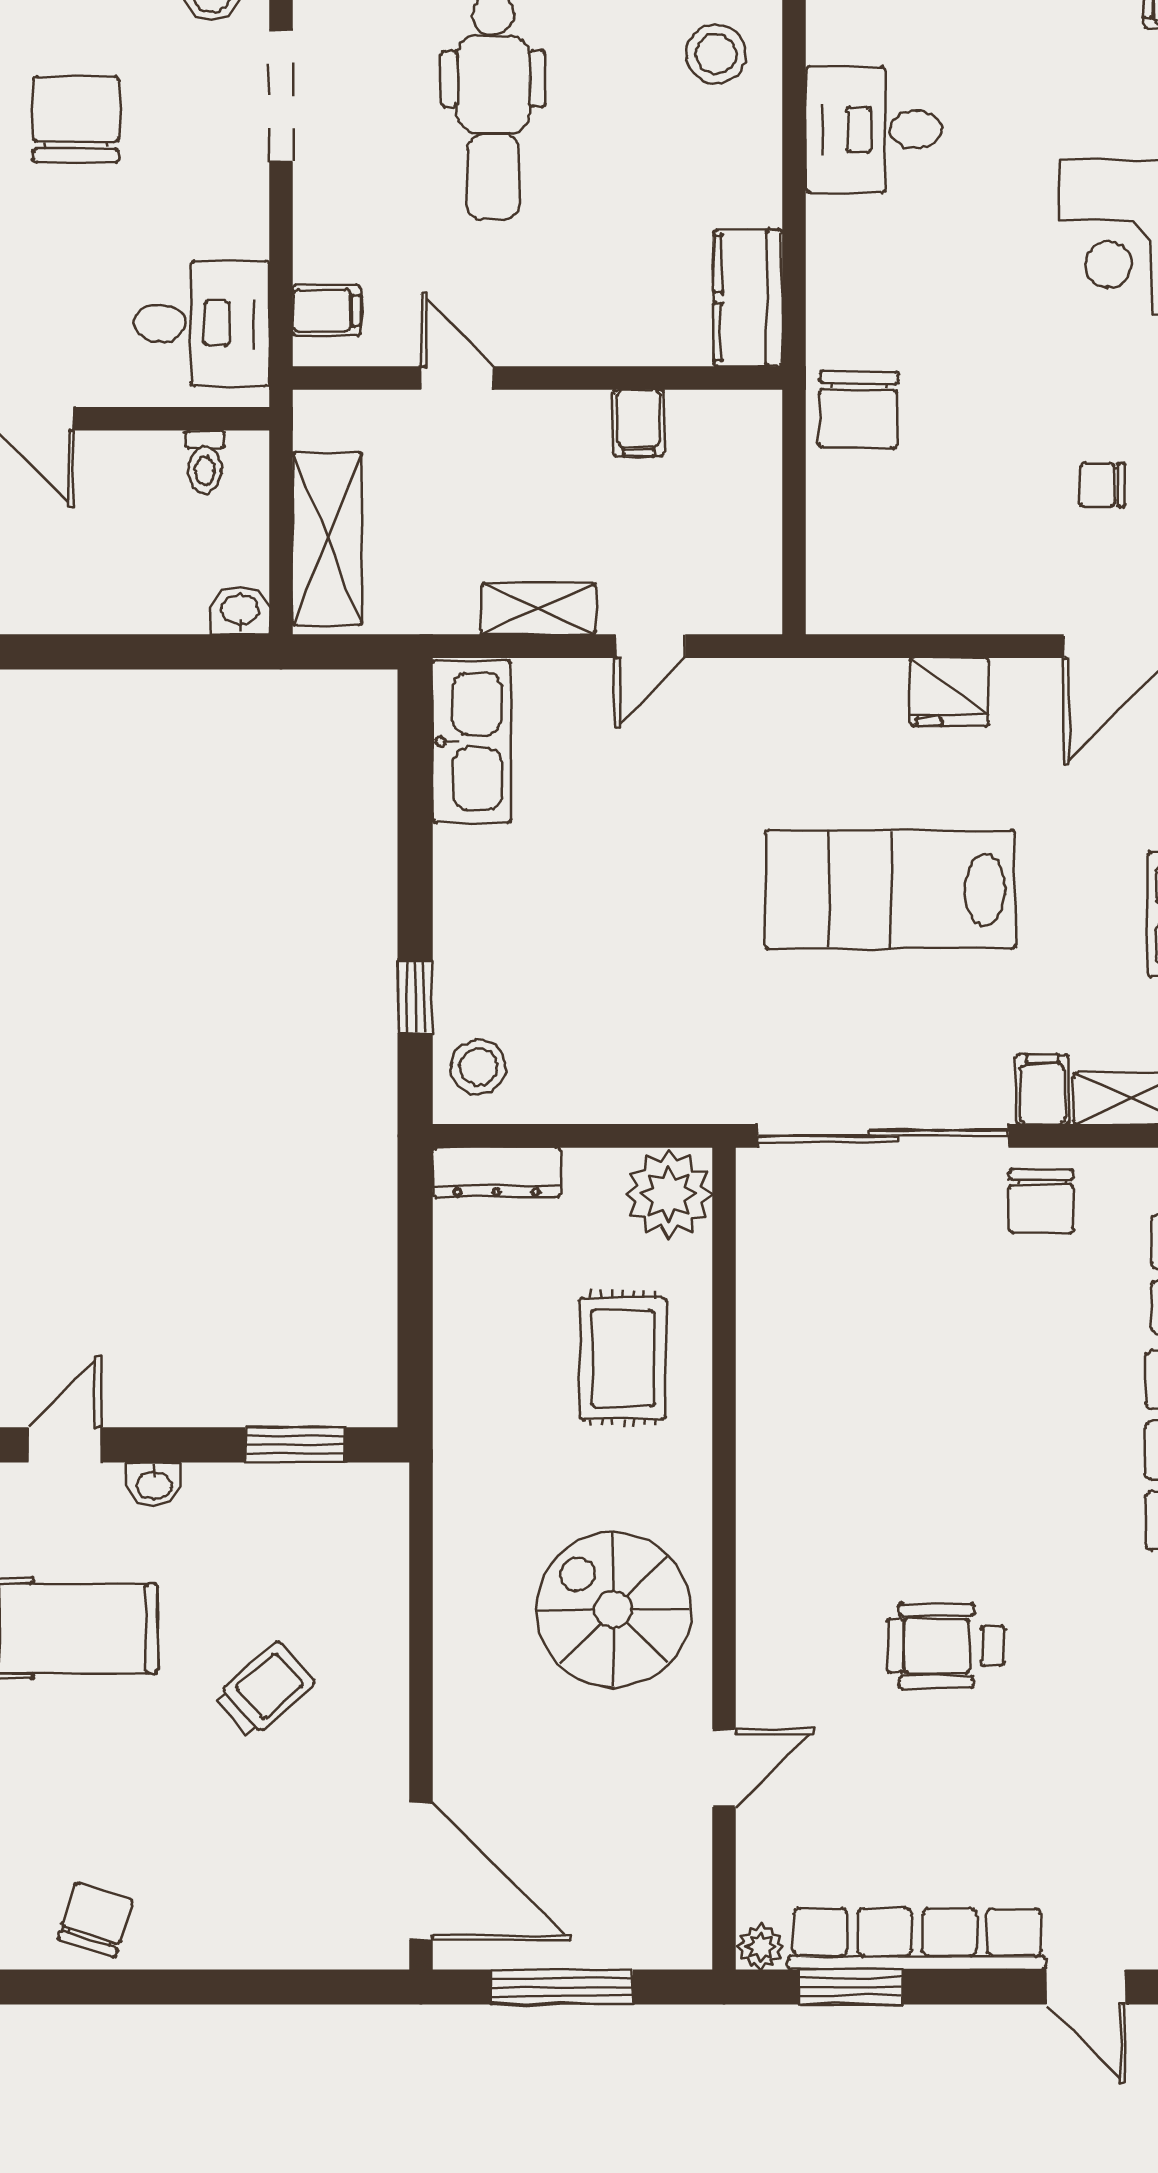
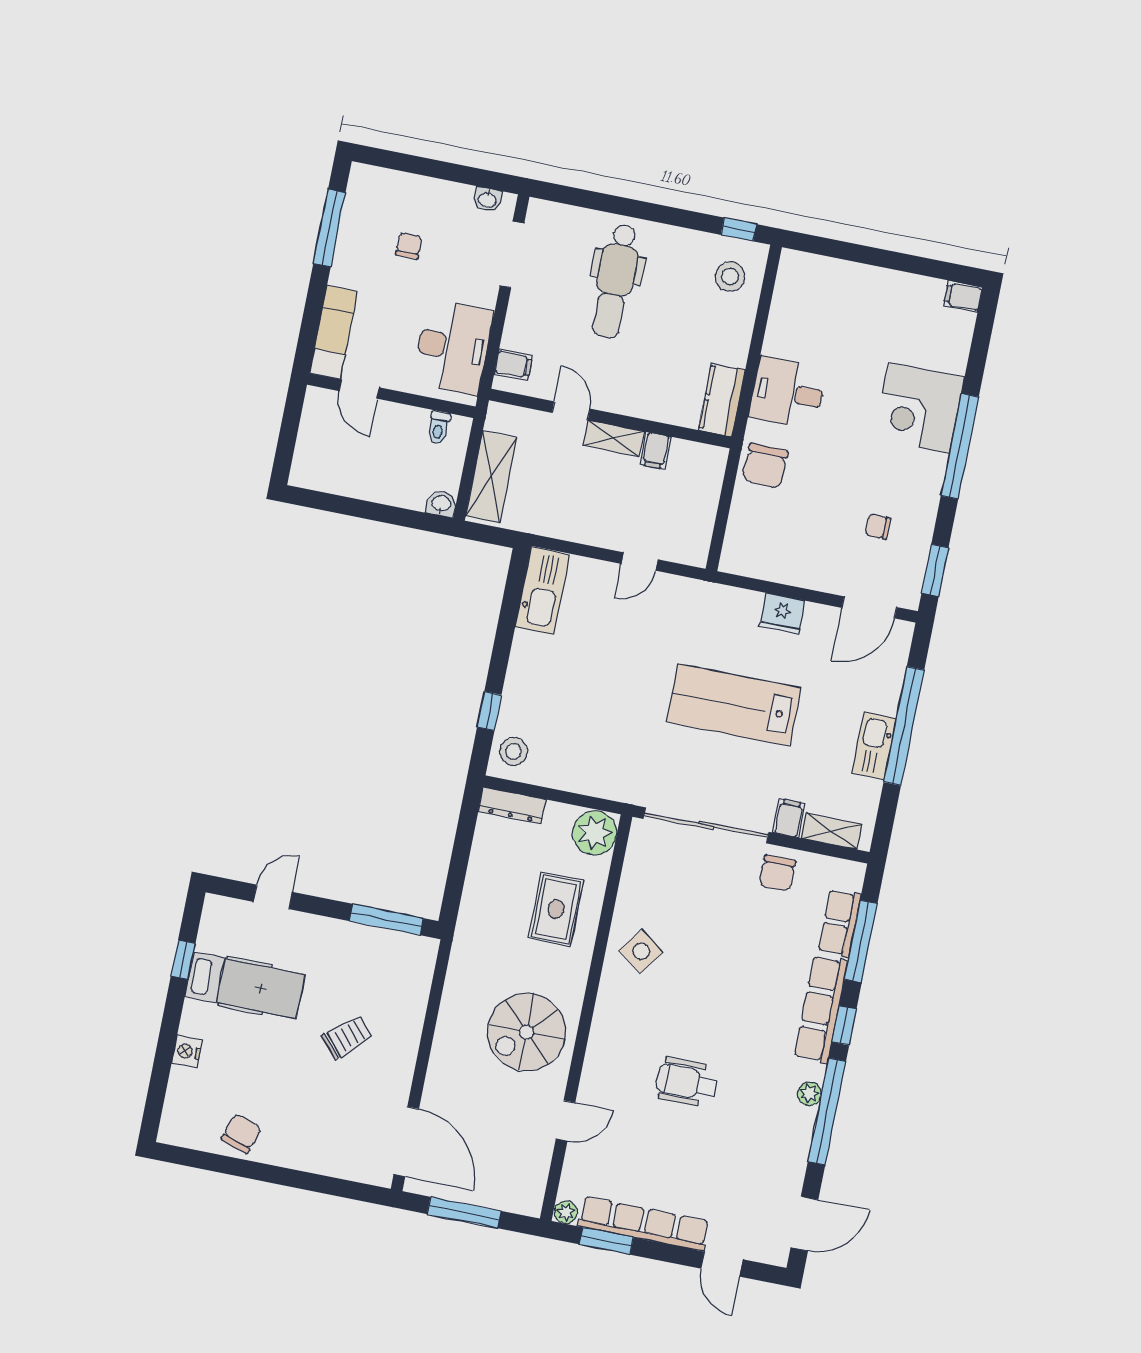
chair: (76, 119) -> (409, 246), width x0.54, depth x0.54
desk: (874, 130) -> (788, 393), moved
desk: (202, 323) -> (453, 347), width x1.37
shelving: (538, 609) -> (614, 438), moved
side table: (806, 1407) -> (641, 951), added
window: (295, 1445) -> (386, 920), width x1.44
washbasin: (154, 1484) -> (313, 925), removed
spiral stairs: (613, 1610) -> (527, 1032), turned -90

